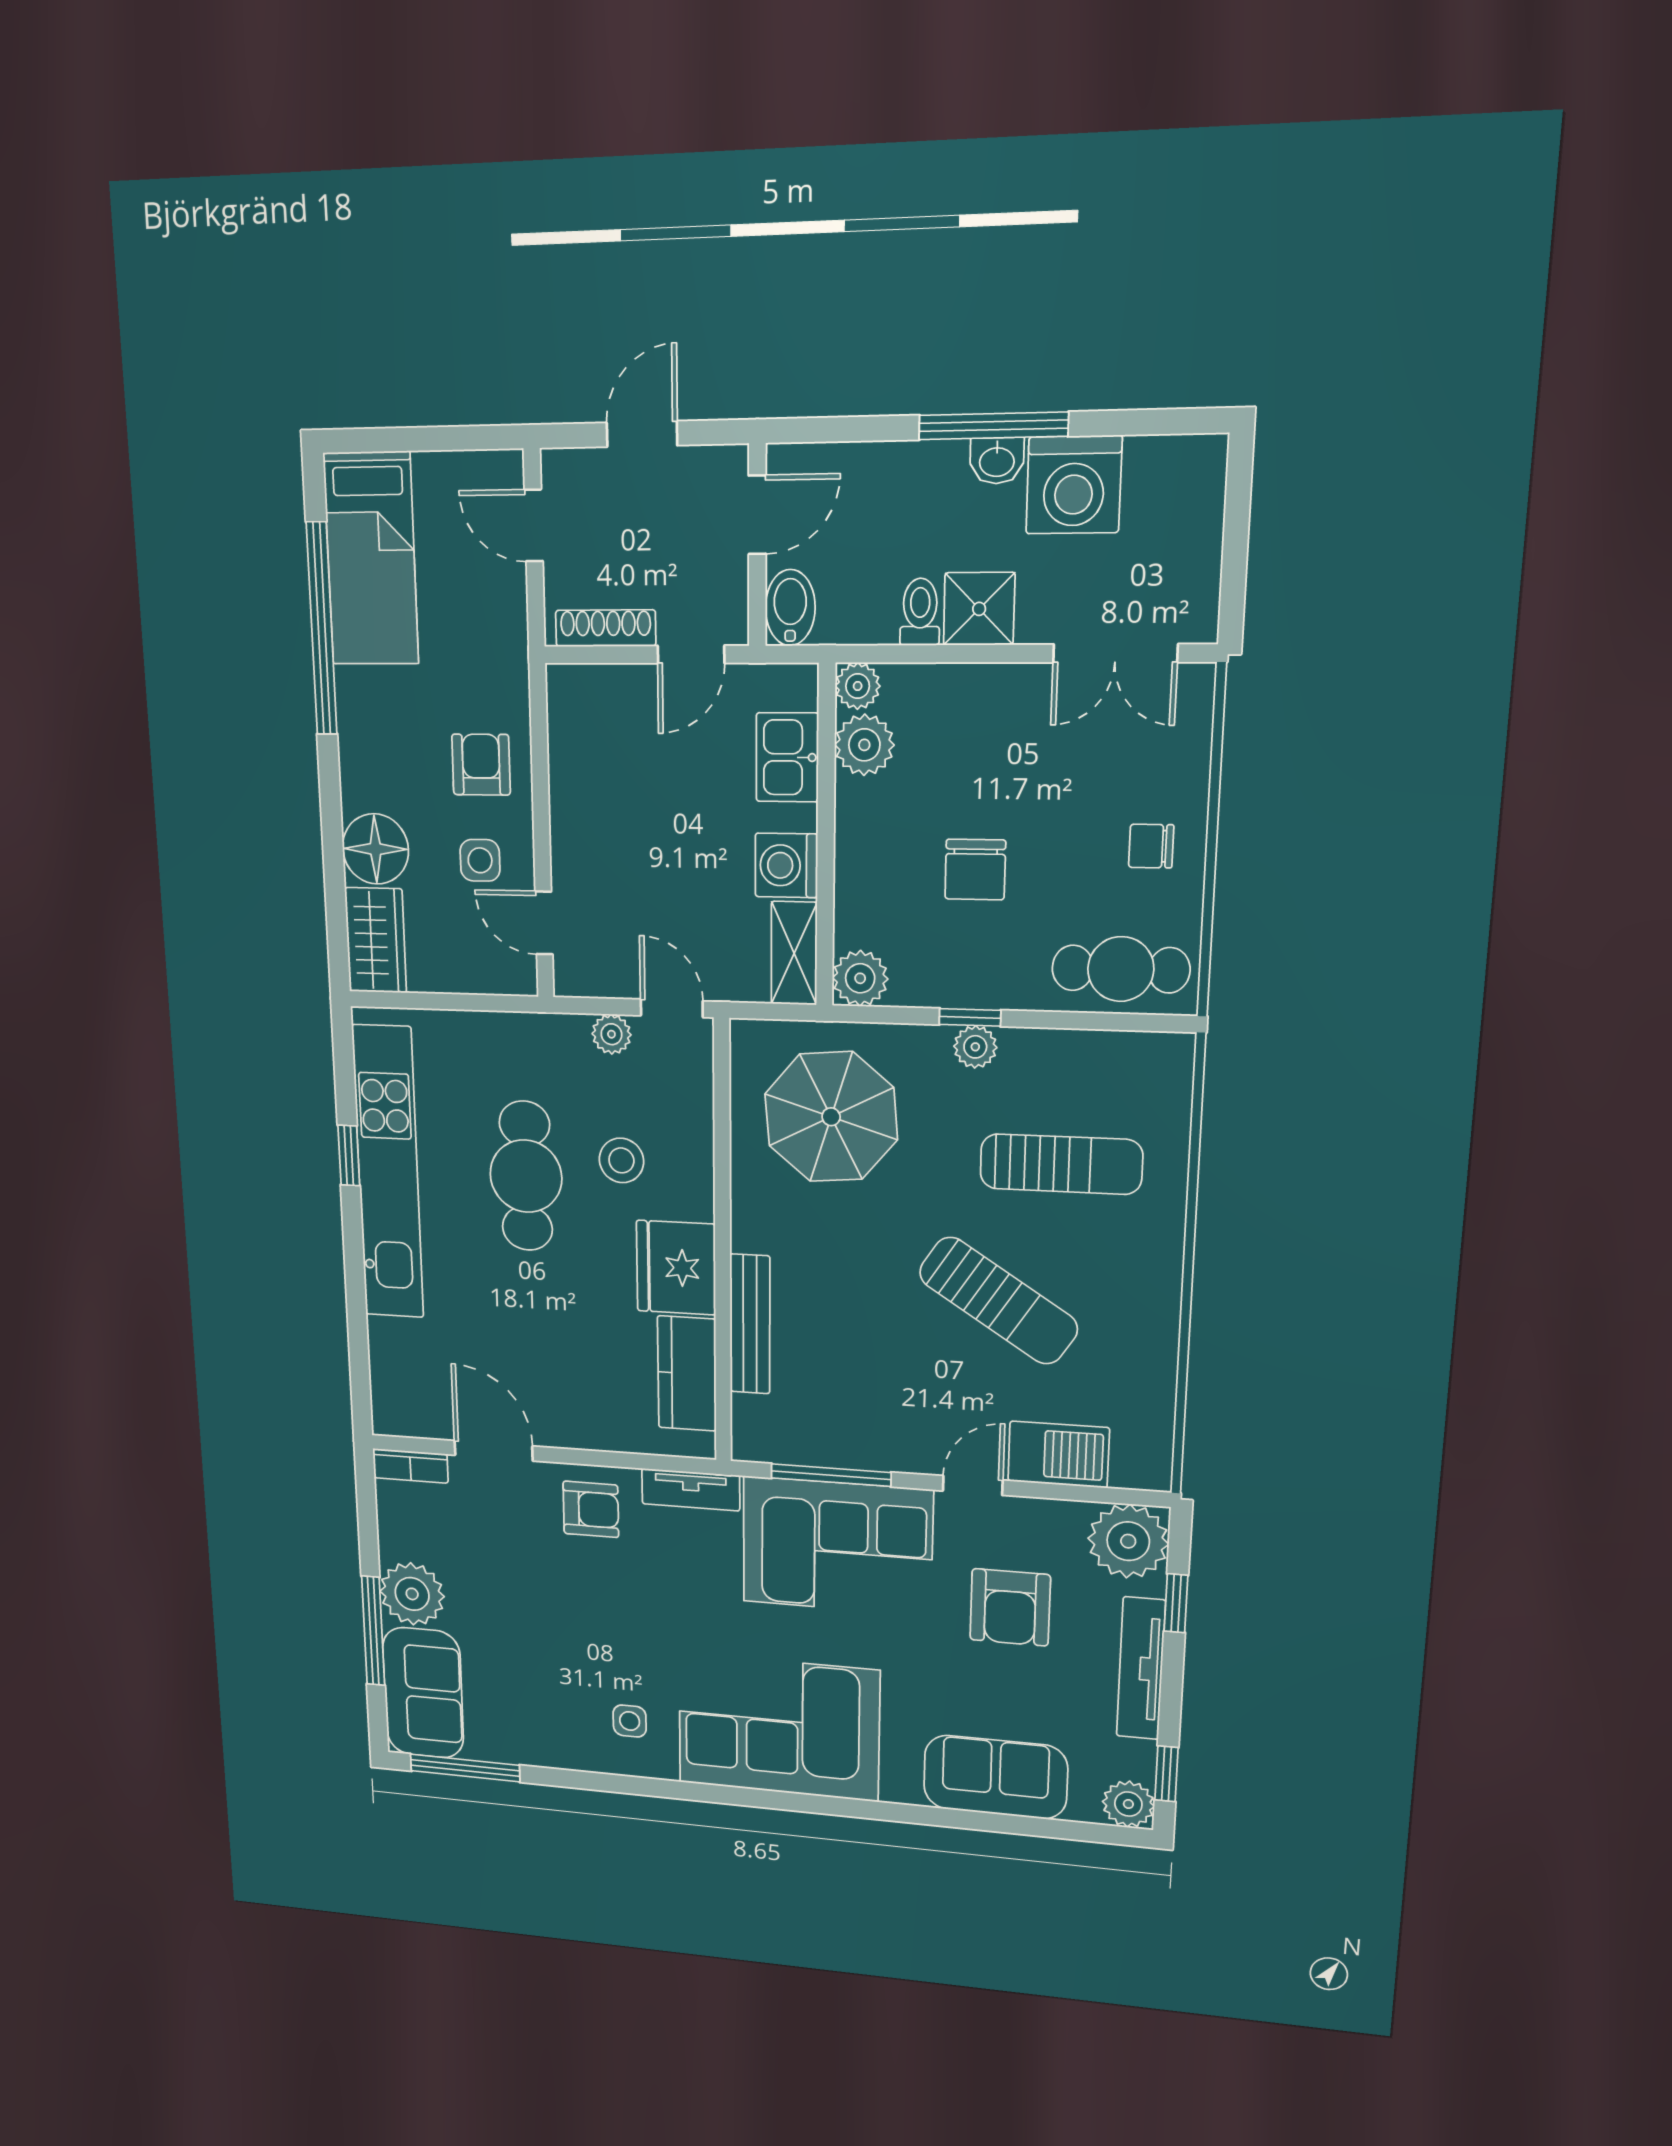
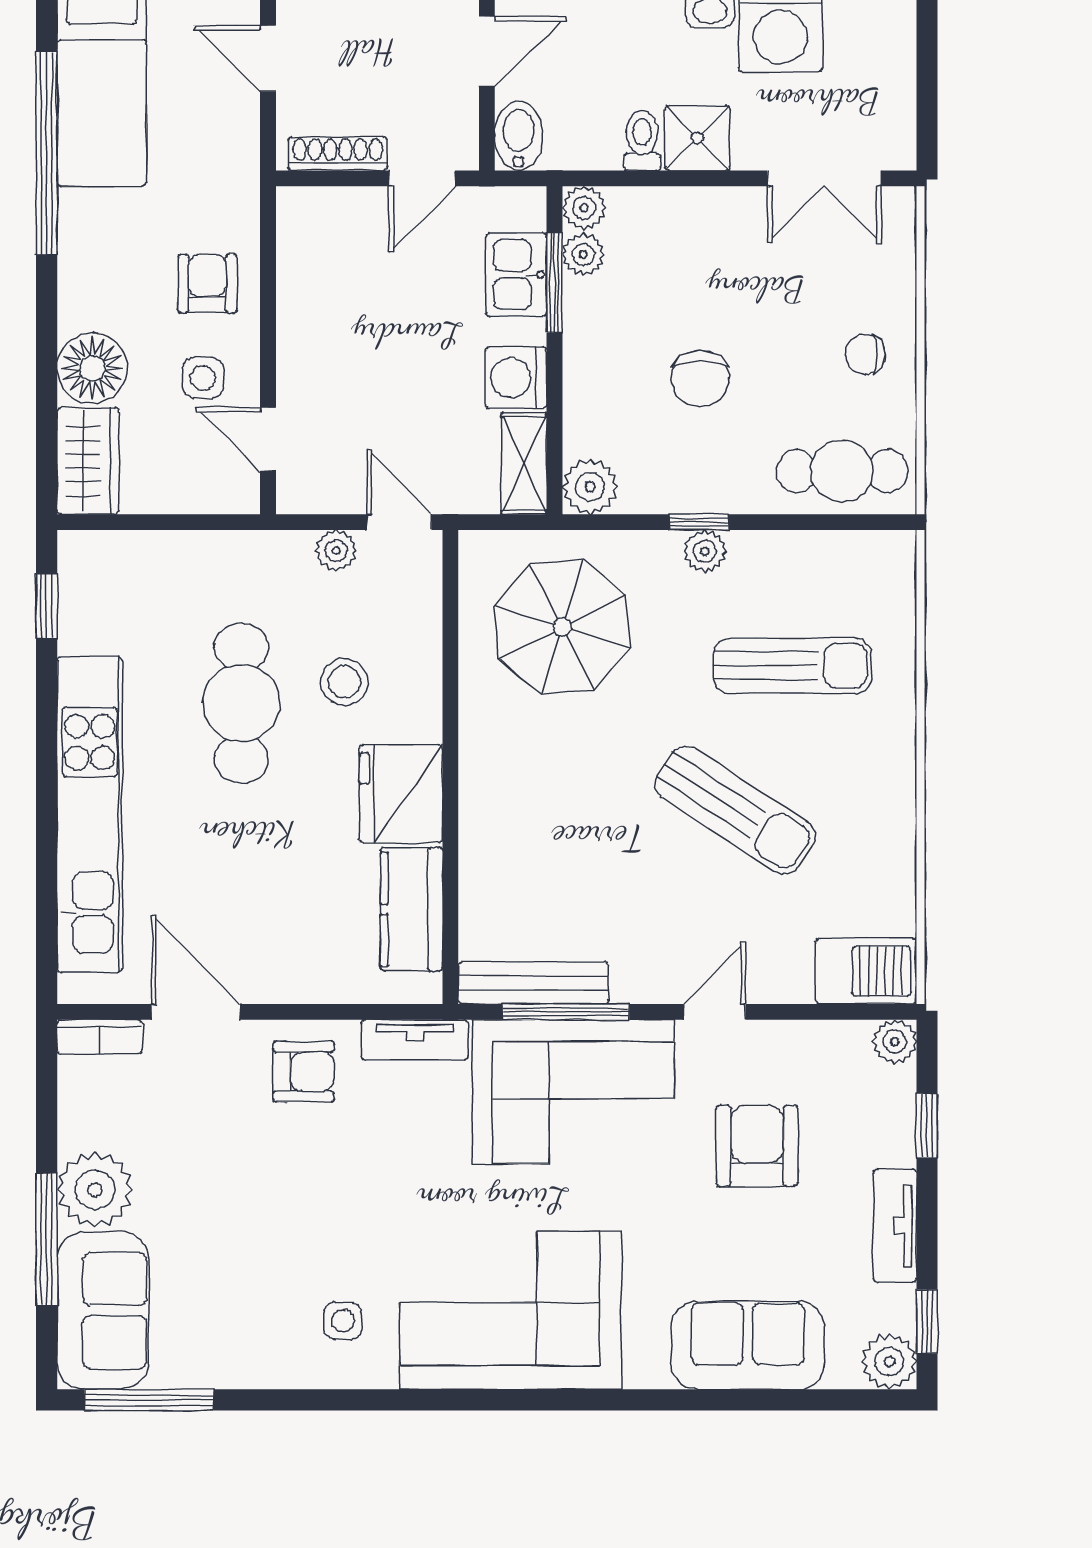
plant: (864, 745) -> (583, 254), width x0.73, depth x0.73
window: (826, 766) -> (555, 283), added
window: (349, 1155) -> (47, 606), moved
kitchen unit: (388, 1173) -> (90, 815), moved
bench: (750, 1324) -> (533, 983), moved, turned 90
barbecue: (1059, 1454) -> (866, 971), moved
plant: (1128, 1541) -> (895, 1042), width x0.53, depth x0.53
armchair: (1010, 1607) -> (757, 1146), turned 180
tv unit: (1141, 1668) -> (895, 1226), width x0.71

